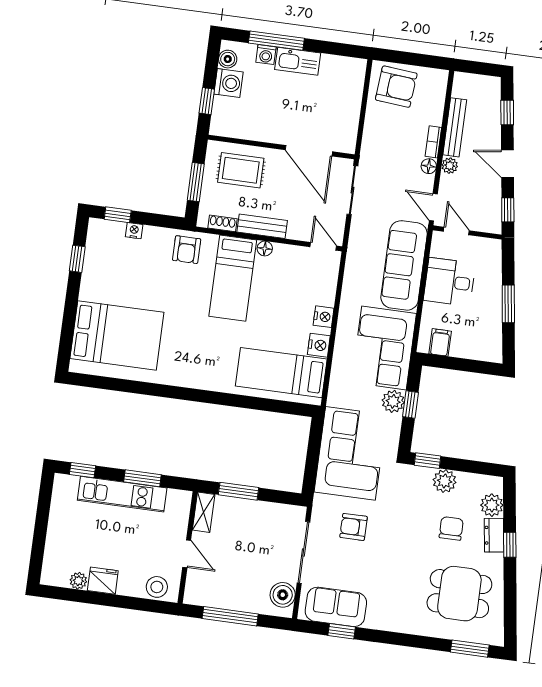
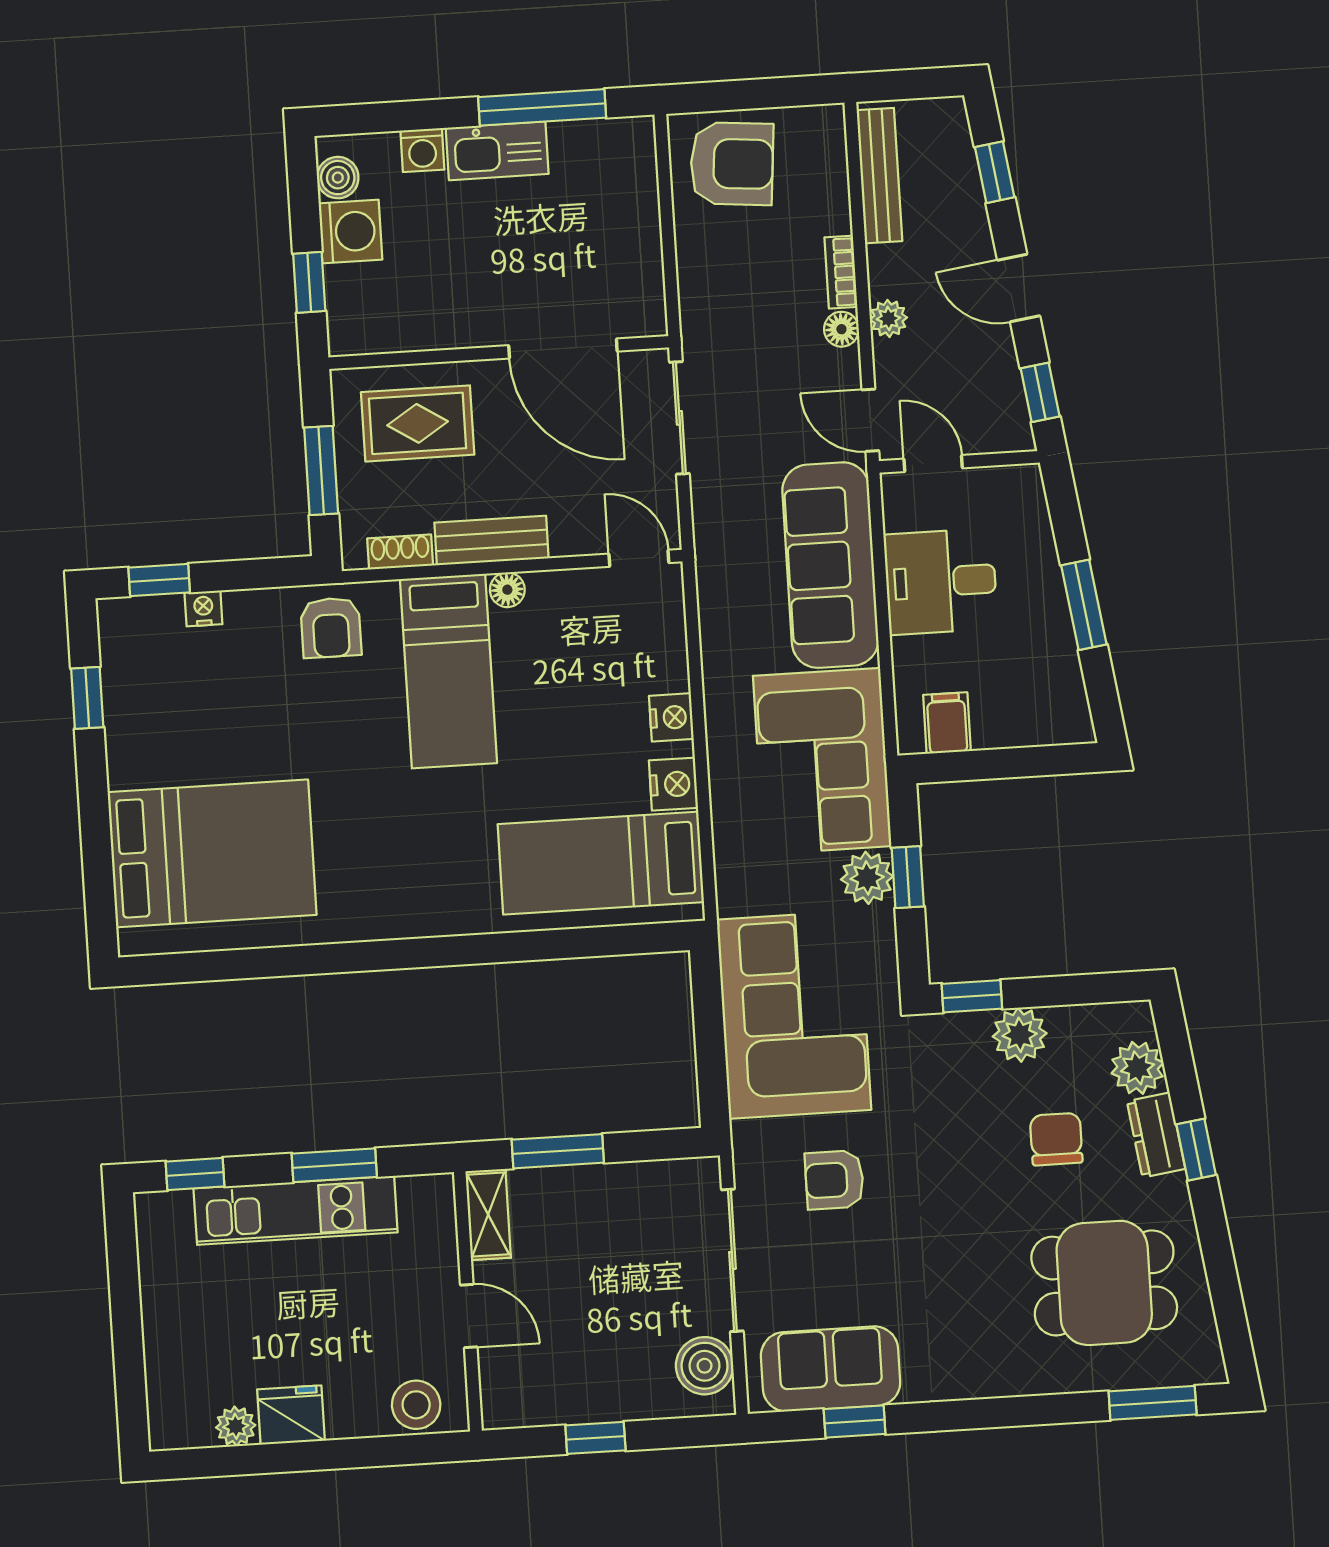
window: (276, 41) -> (542, 107), moved
bench: (455, 127) -> (879, 176), moved
window: (230, 616) -> (595, 1438), width x0.46

